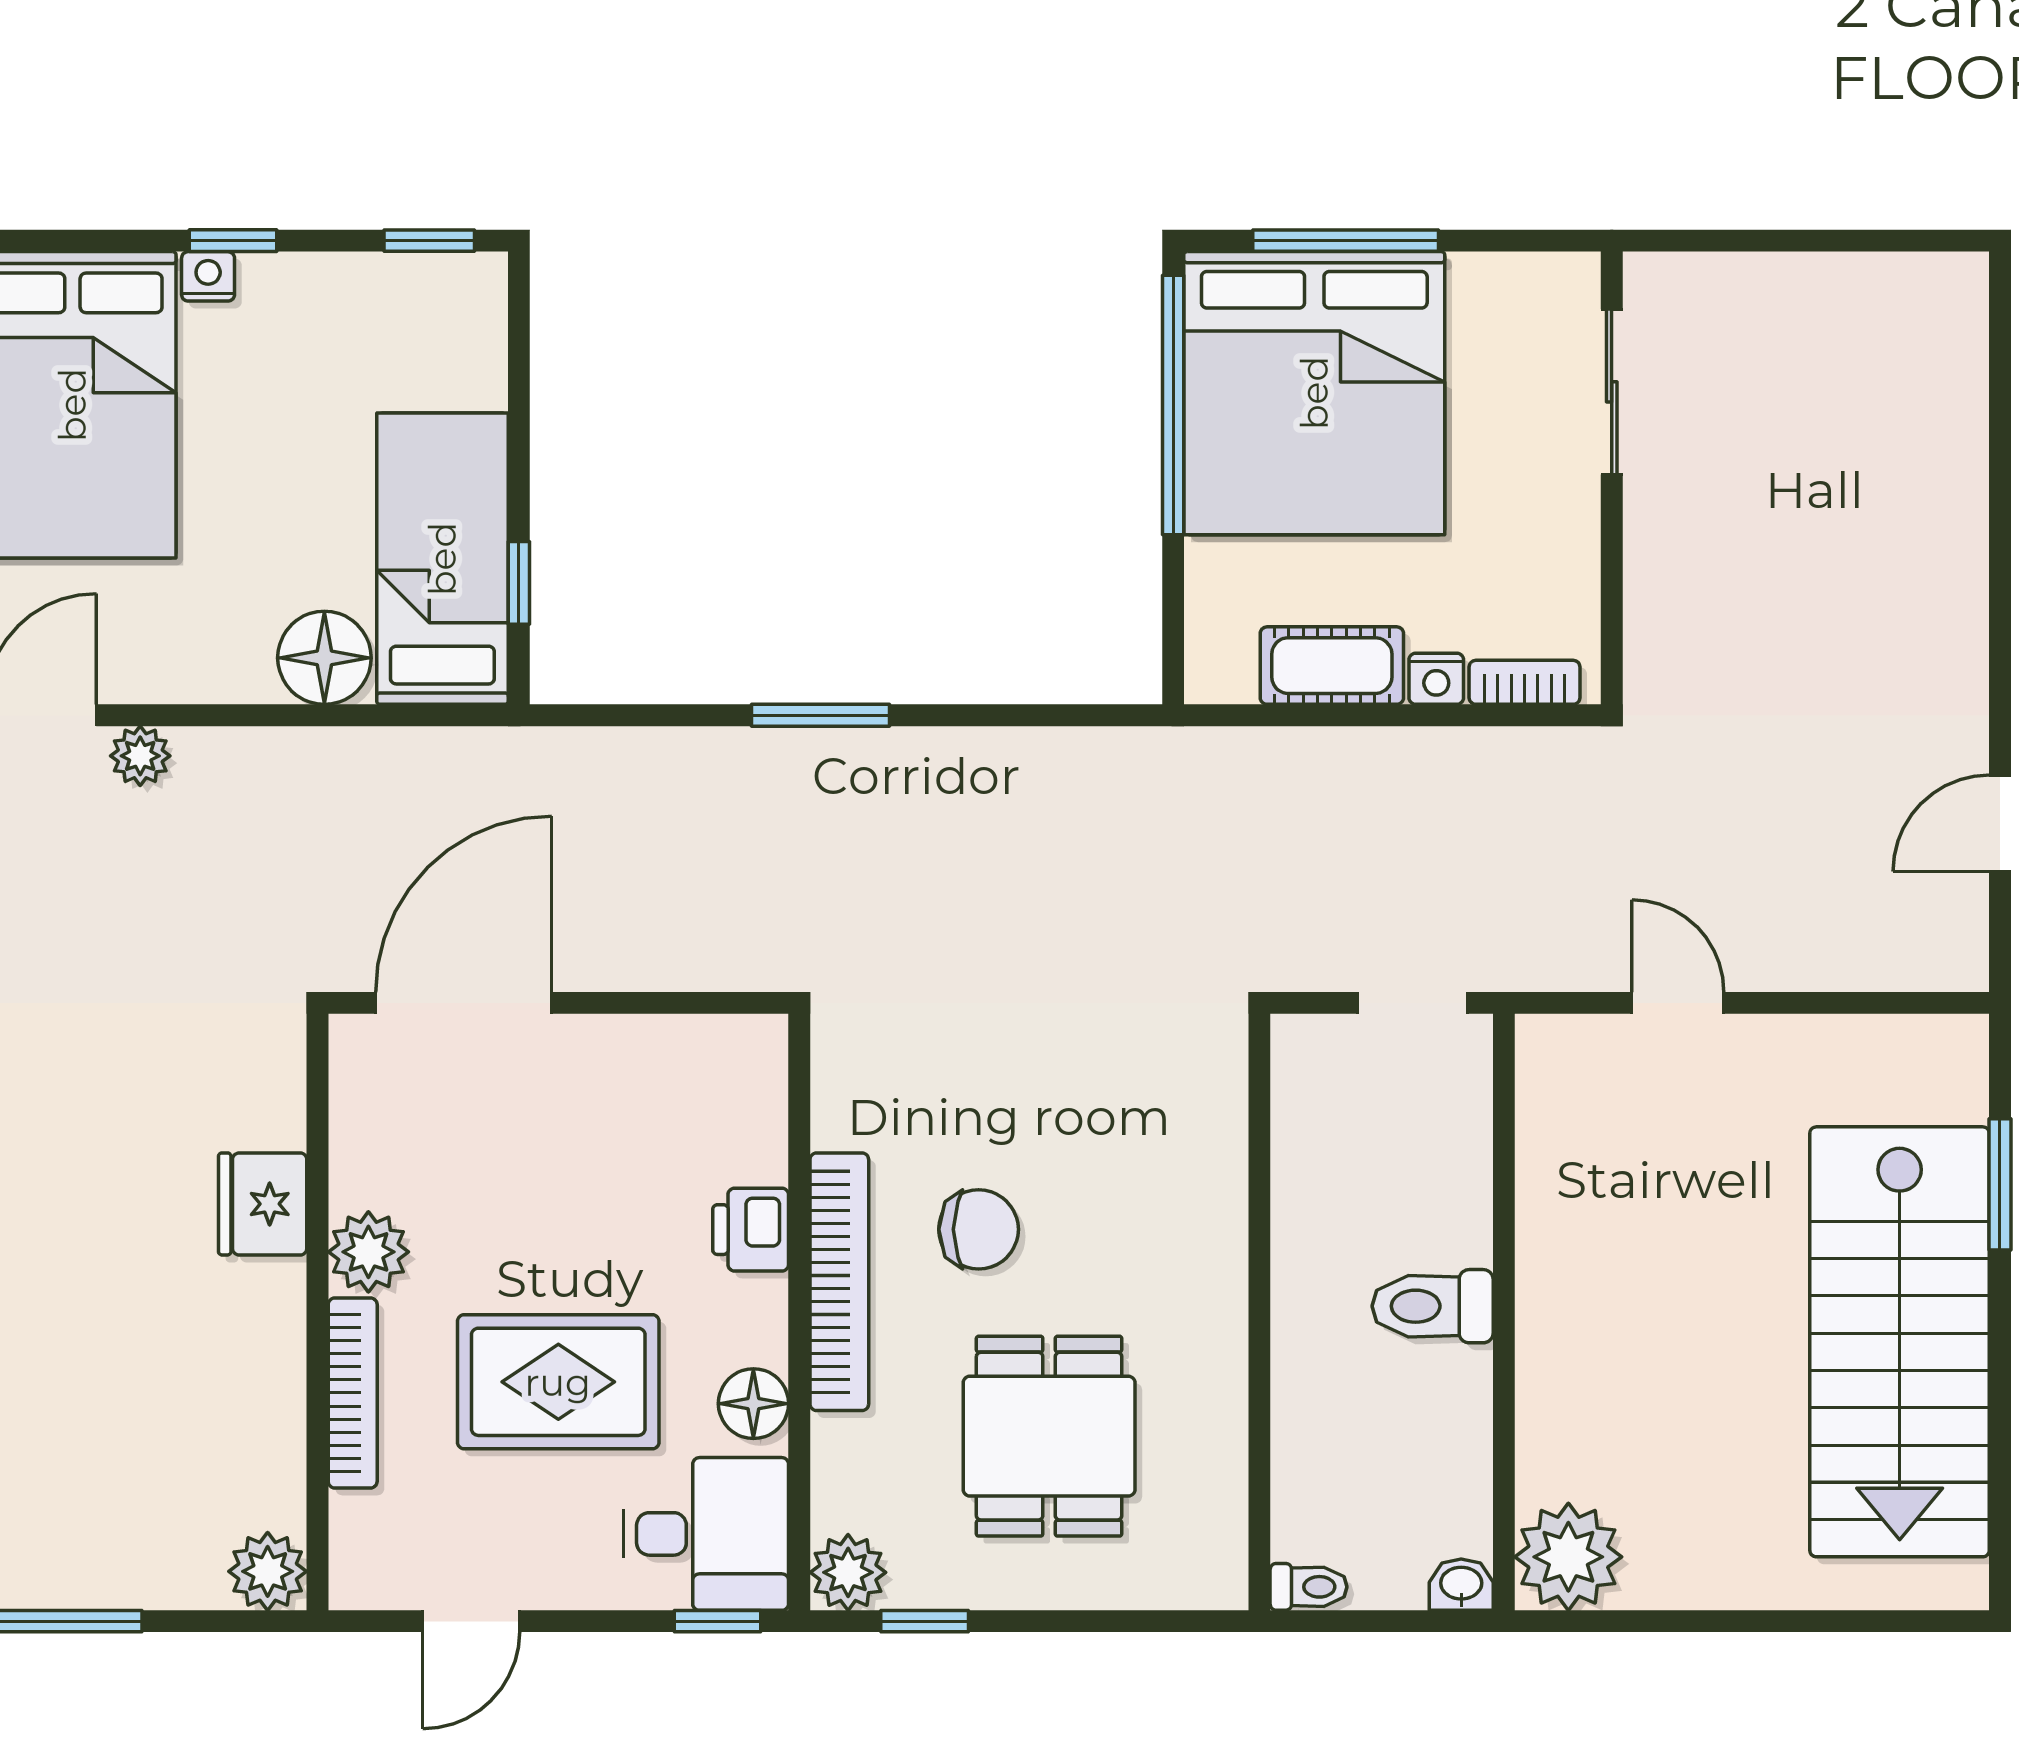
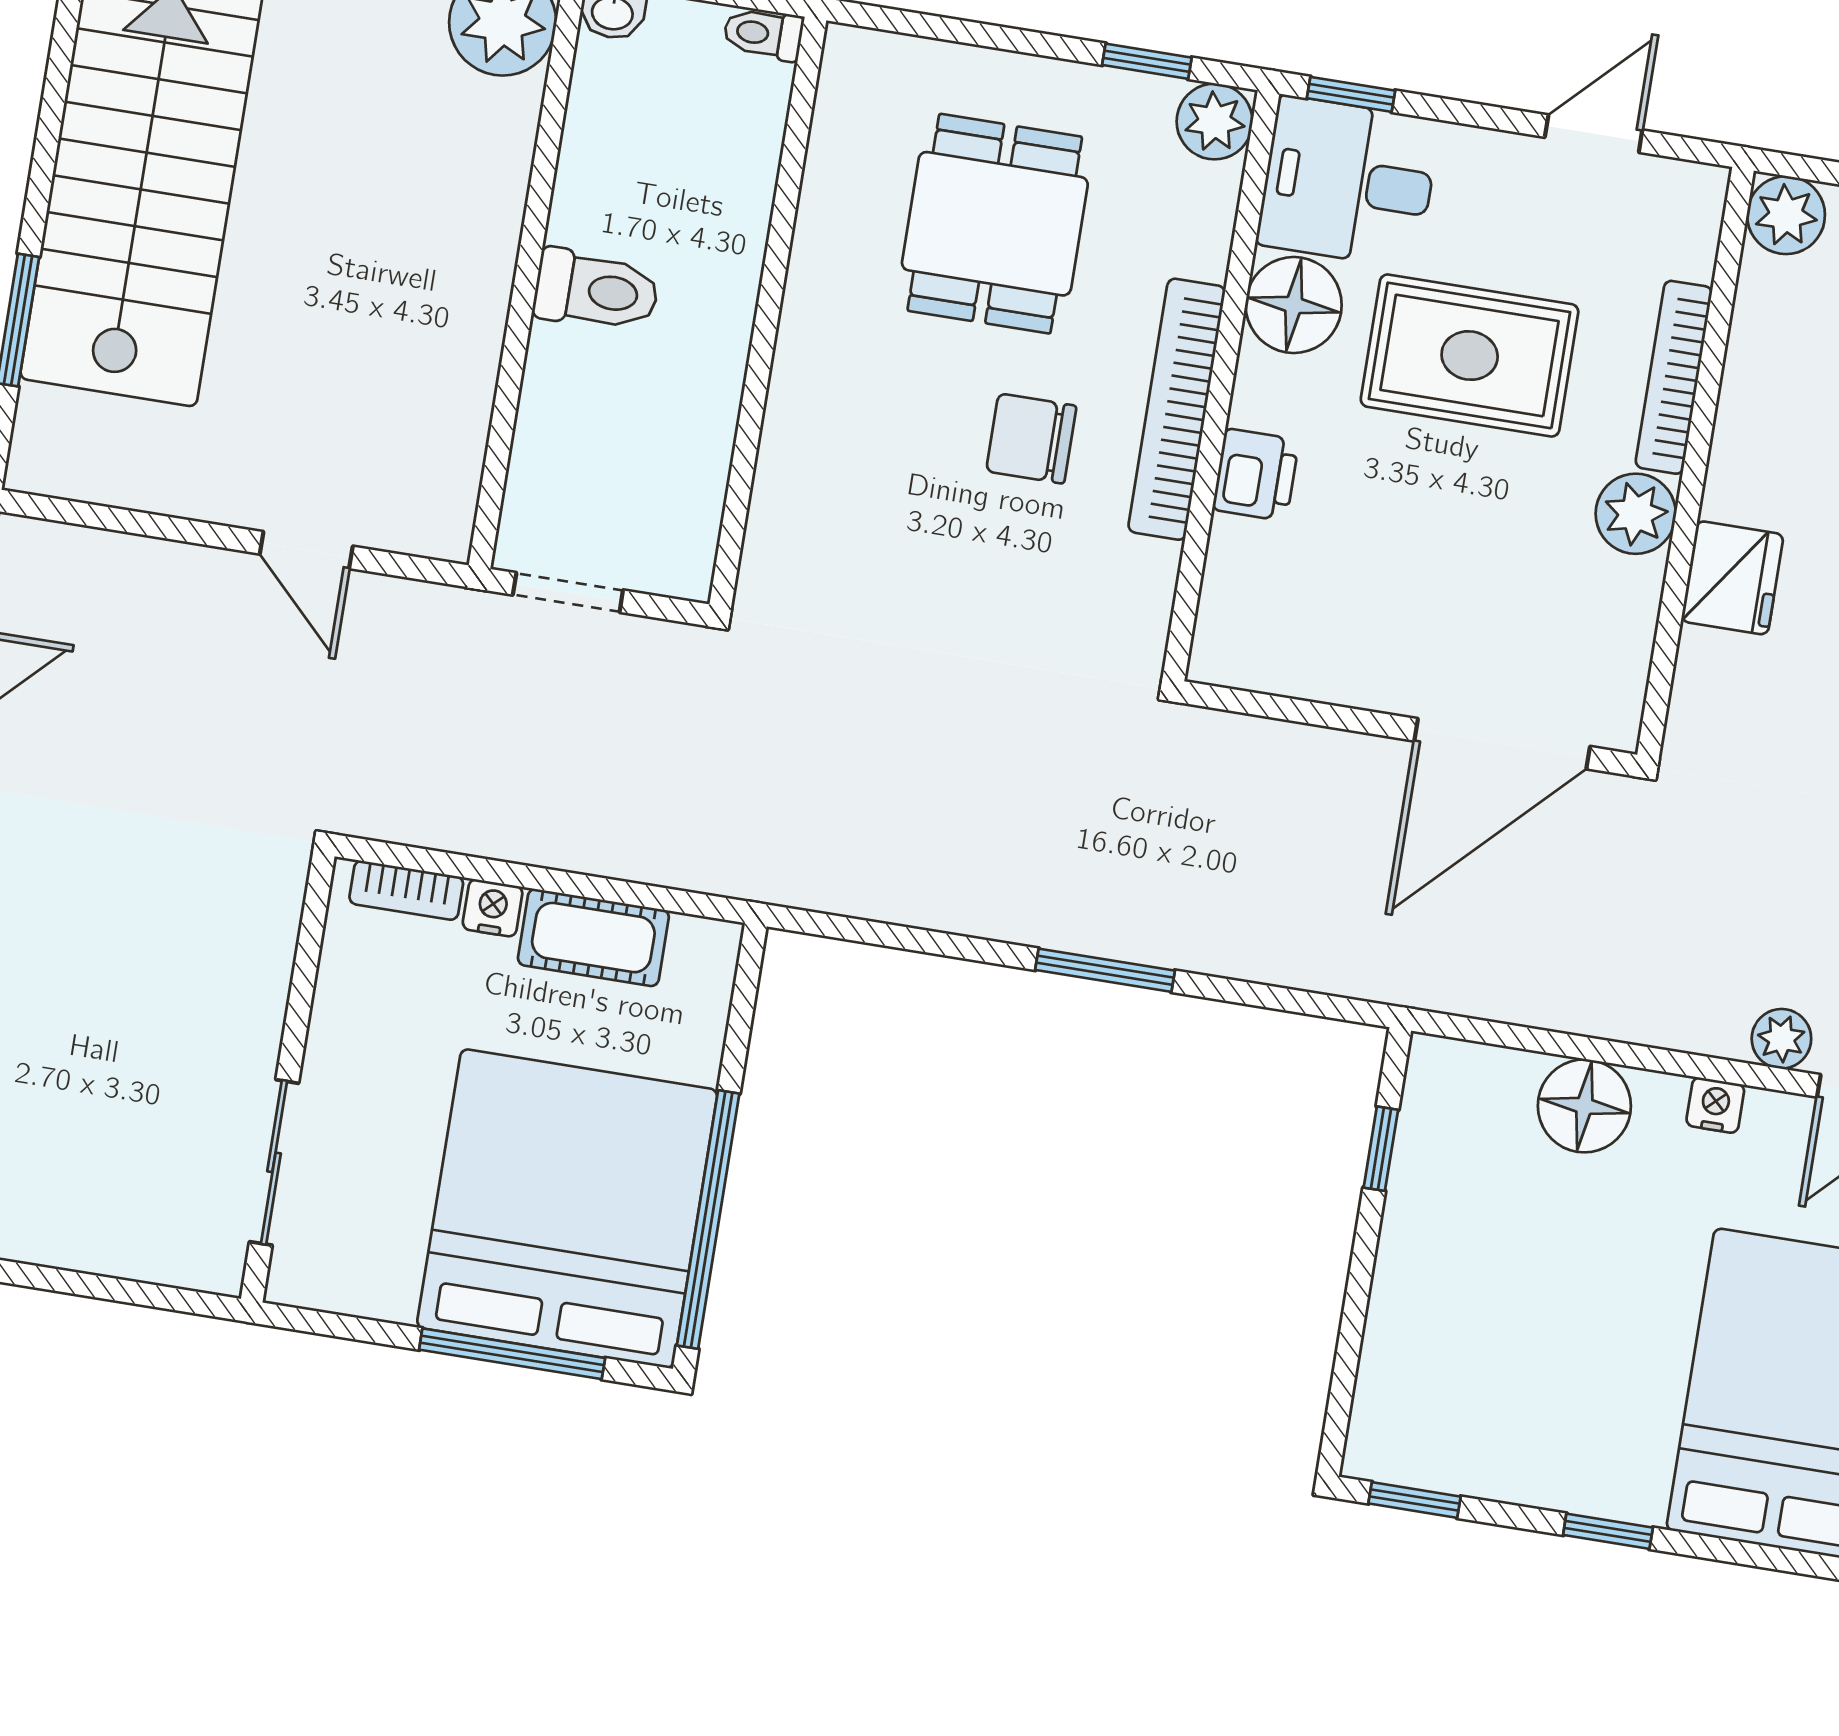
nightstand: (208, 276) -> (1715, 1105), moved, turned 180
bed: (442, 559) -> (1452, 1185), removed
floor lamp: (753, 1404) -> (1294, 305), width x1.38, depth x1.38

